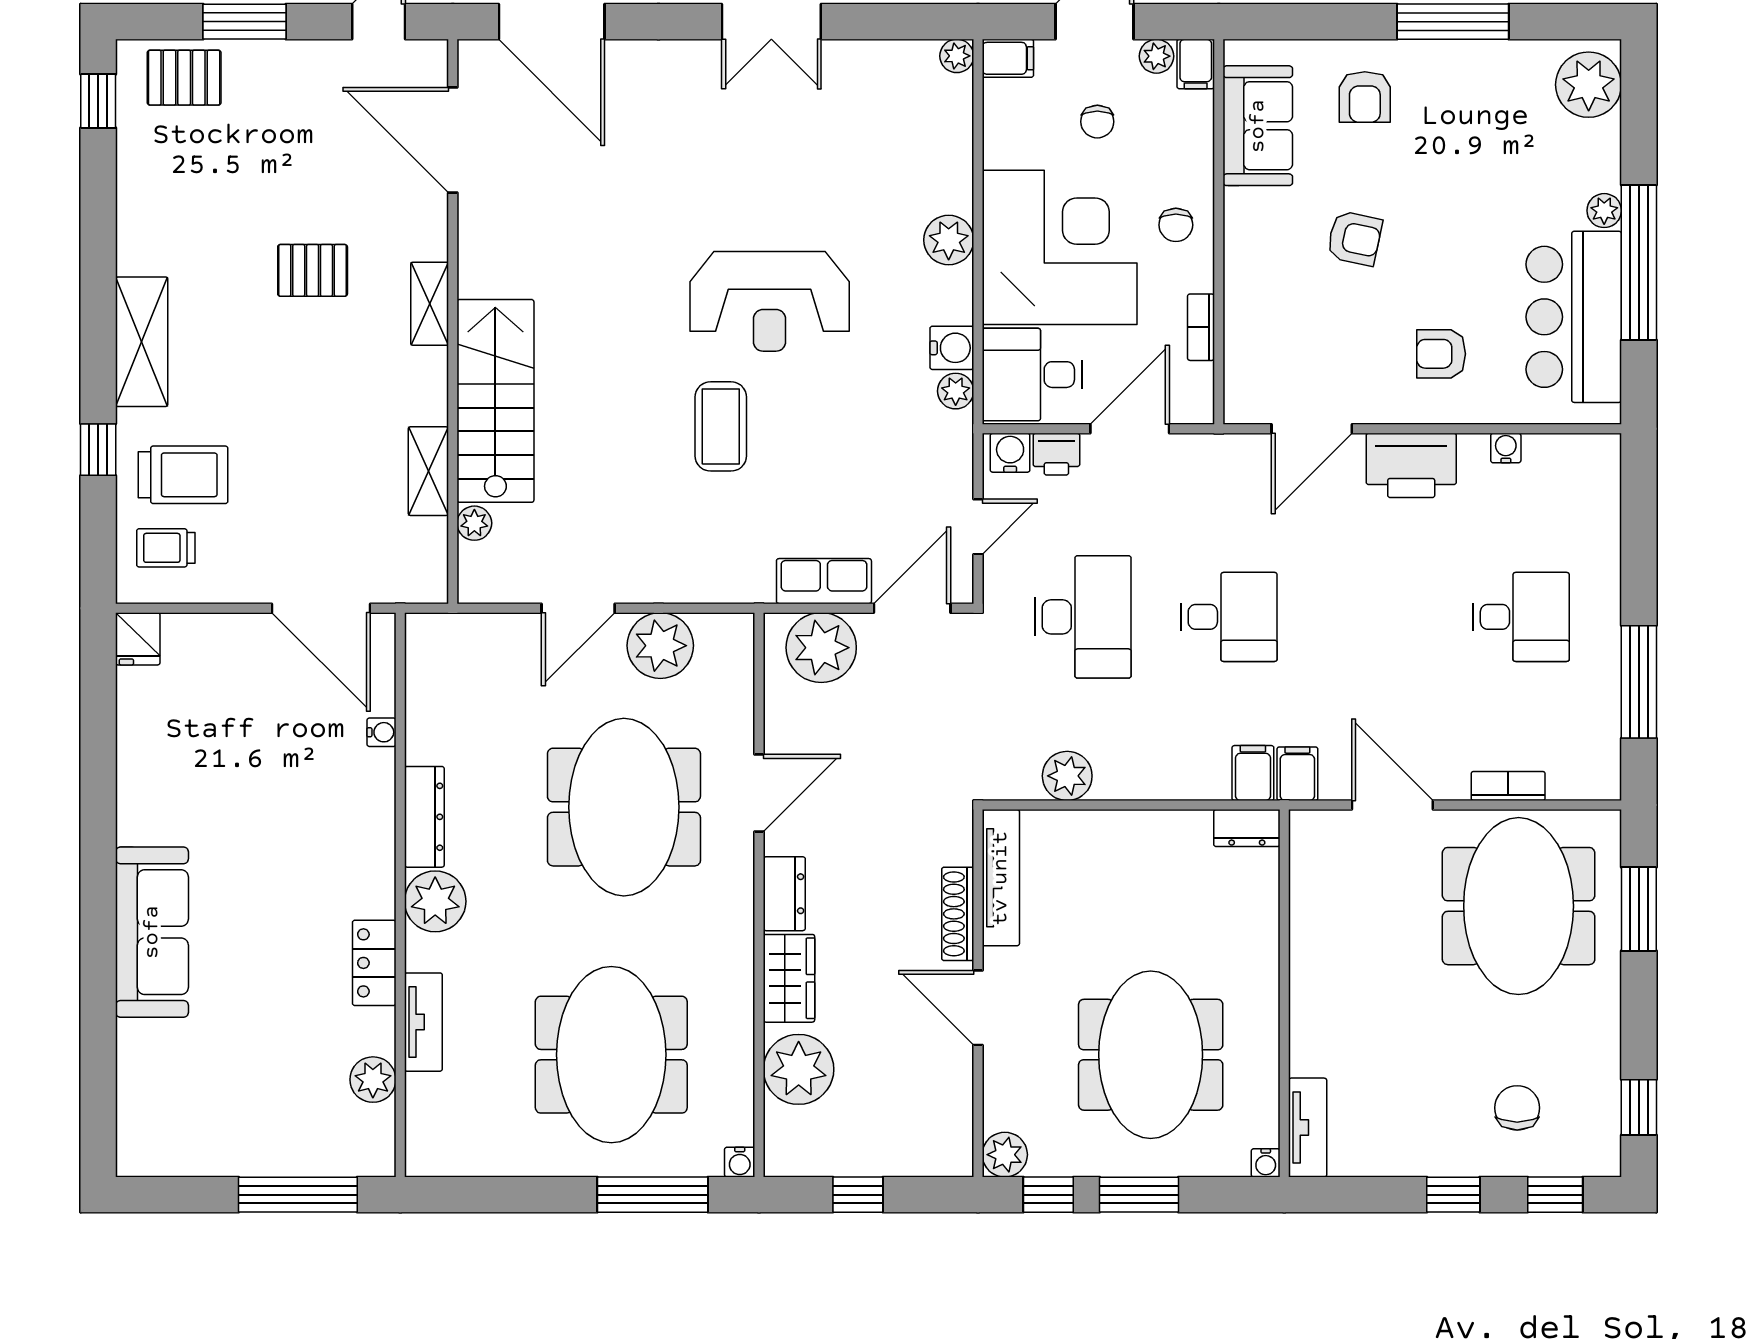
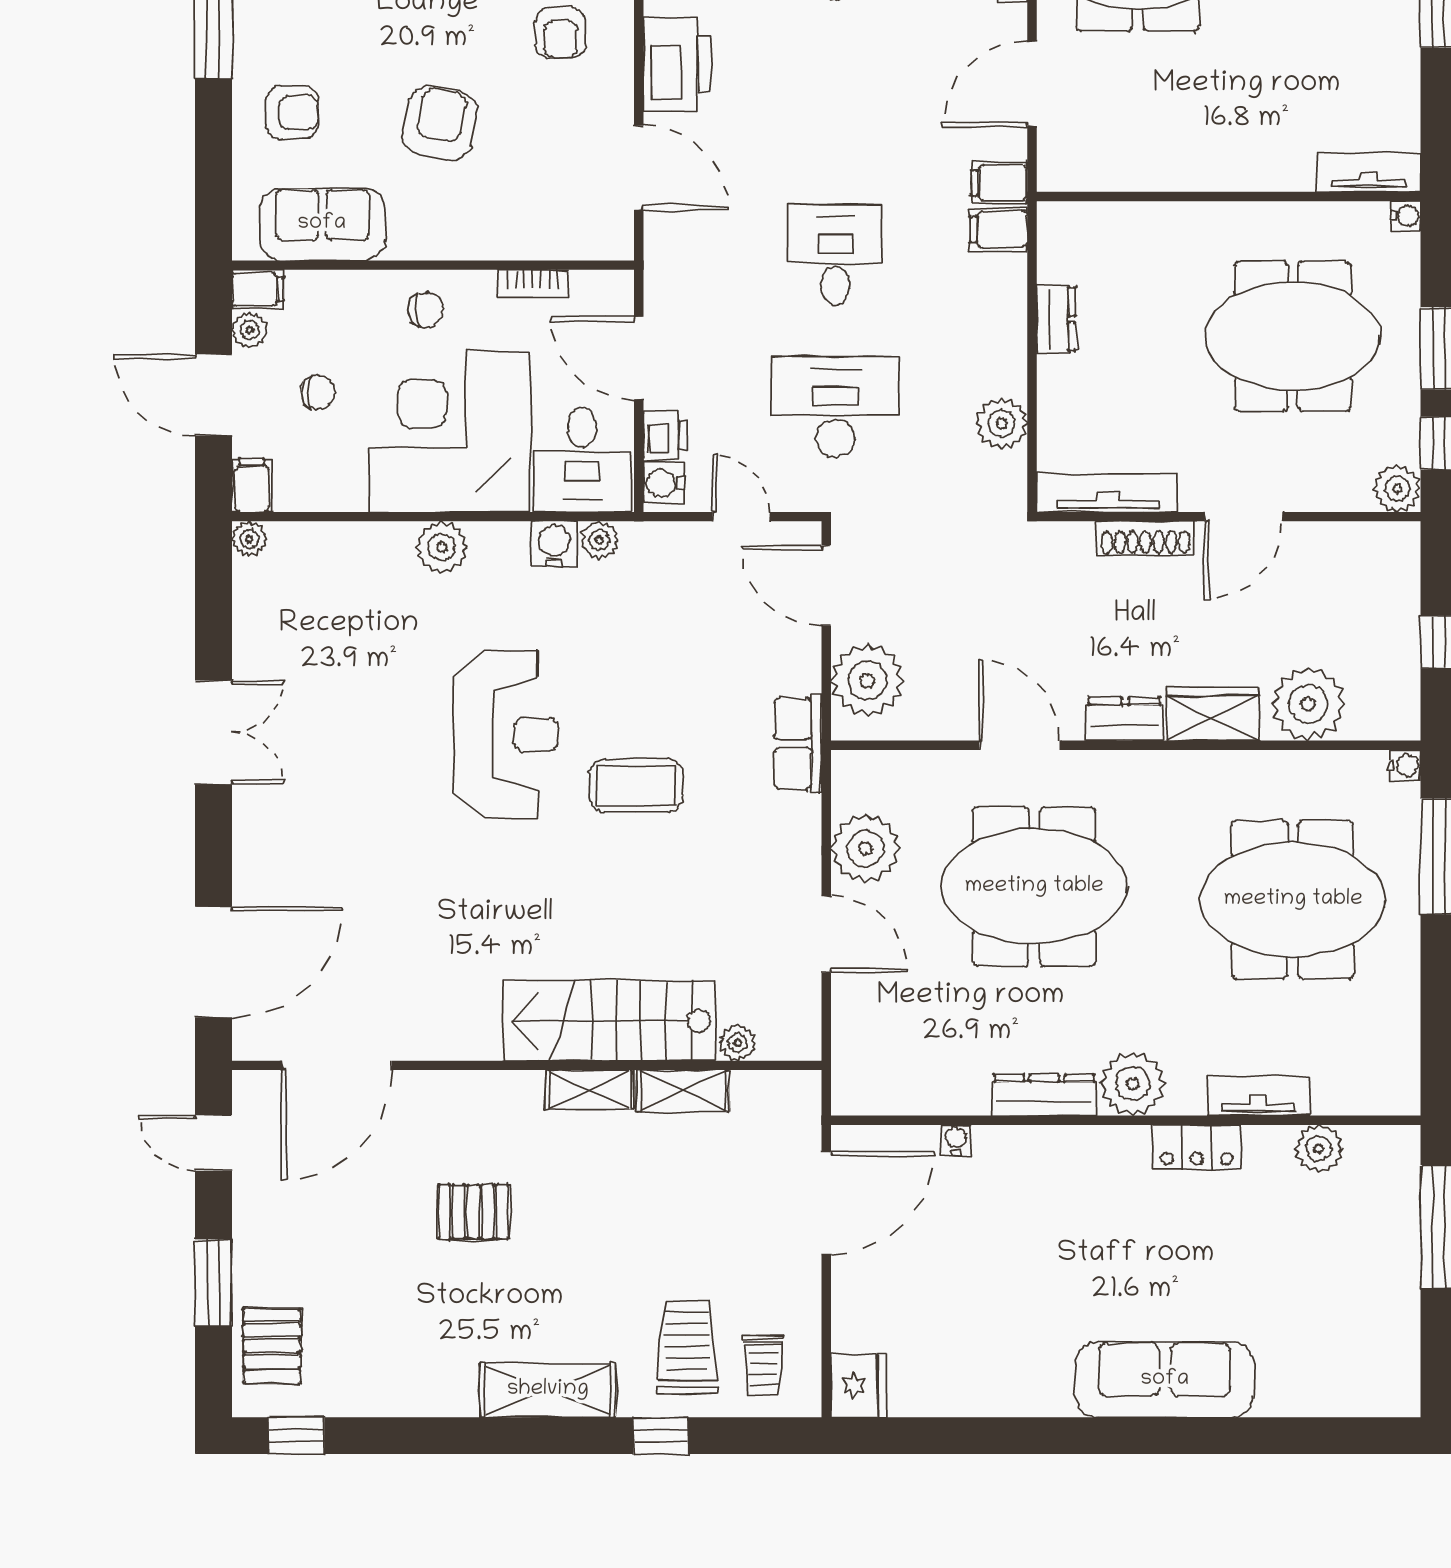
armchair: (1354, 238) -> (440, 123), width x1.38, depth x1.38
pallet: (313, 270) -> (473, 1212), turned 90
shelving: (430, 304) -> (589, 1090), moved
row of seats: (824, 581) -> (798, 744), moved
fridge: (138, 639) -> (858, 1386), width x1.38
dresser: (1247, 828) -> (1056, 319), moved

